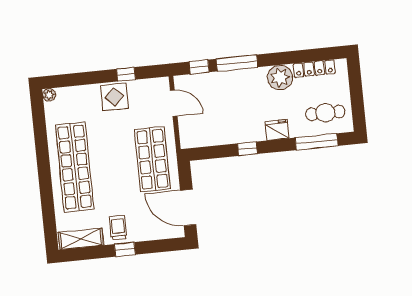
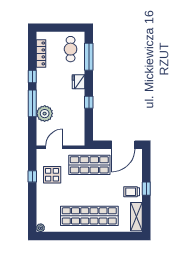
window: (199, 67) -> (32, 77), moved
plant: (280, 78) -> (45, 114), moved
display table: (114, 97) -> (52, 175), moved

